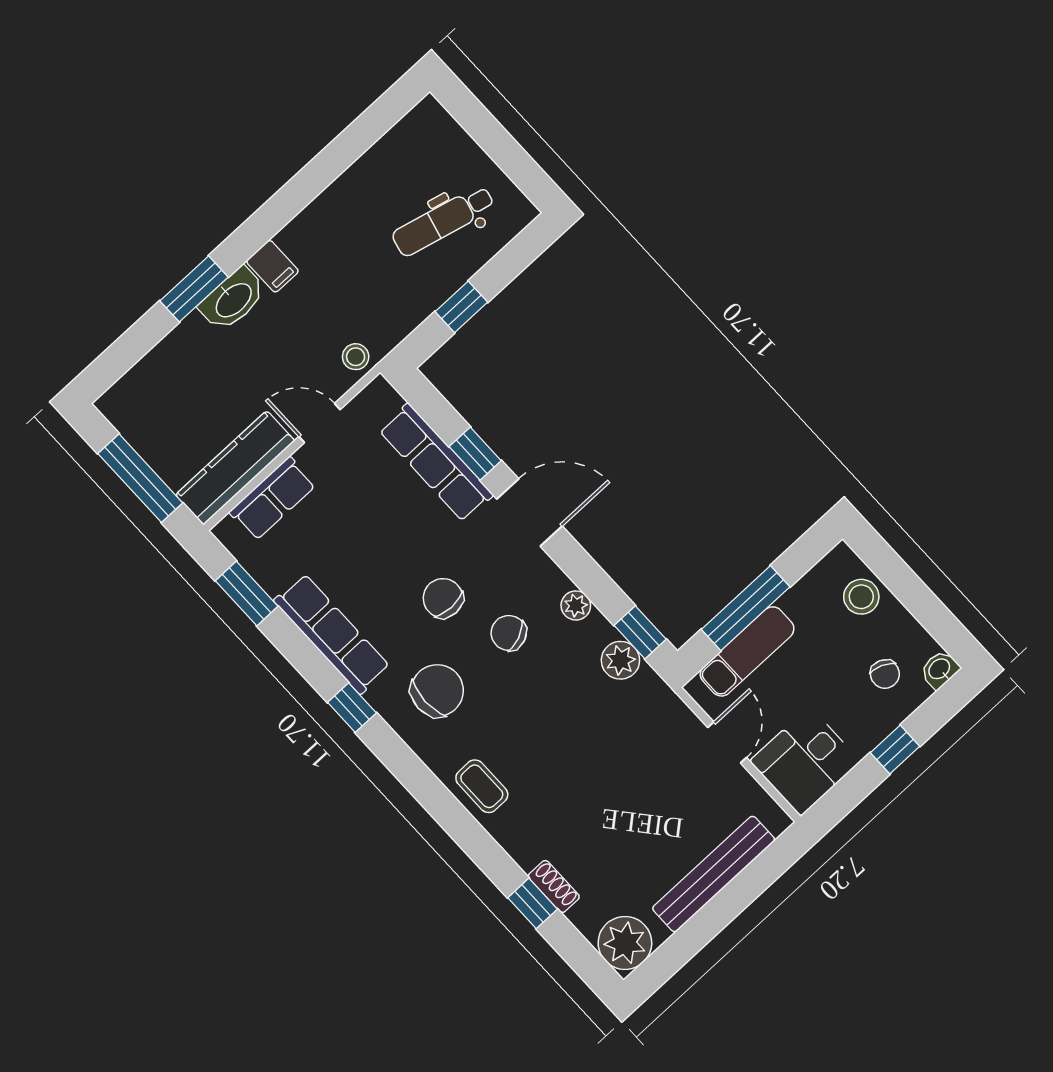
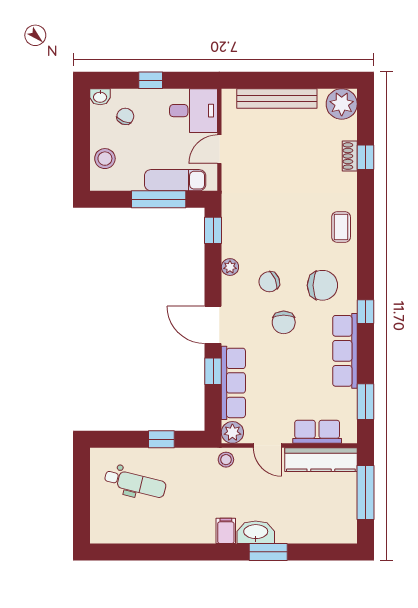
chair: (509, 633) -> (269, 282), turned 90
plant: (620, 660) -> (232, 432), moved
chair: (437, 691) -> (322, 285), turned 180

